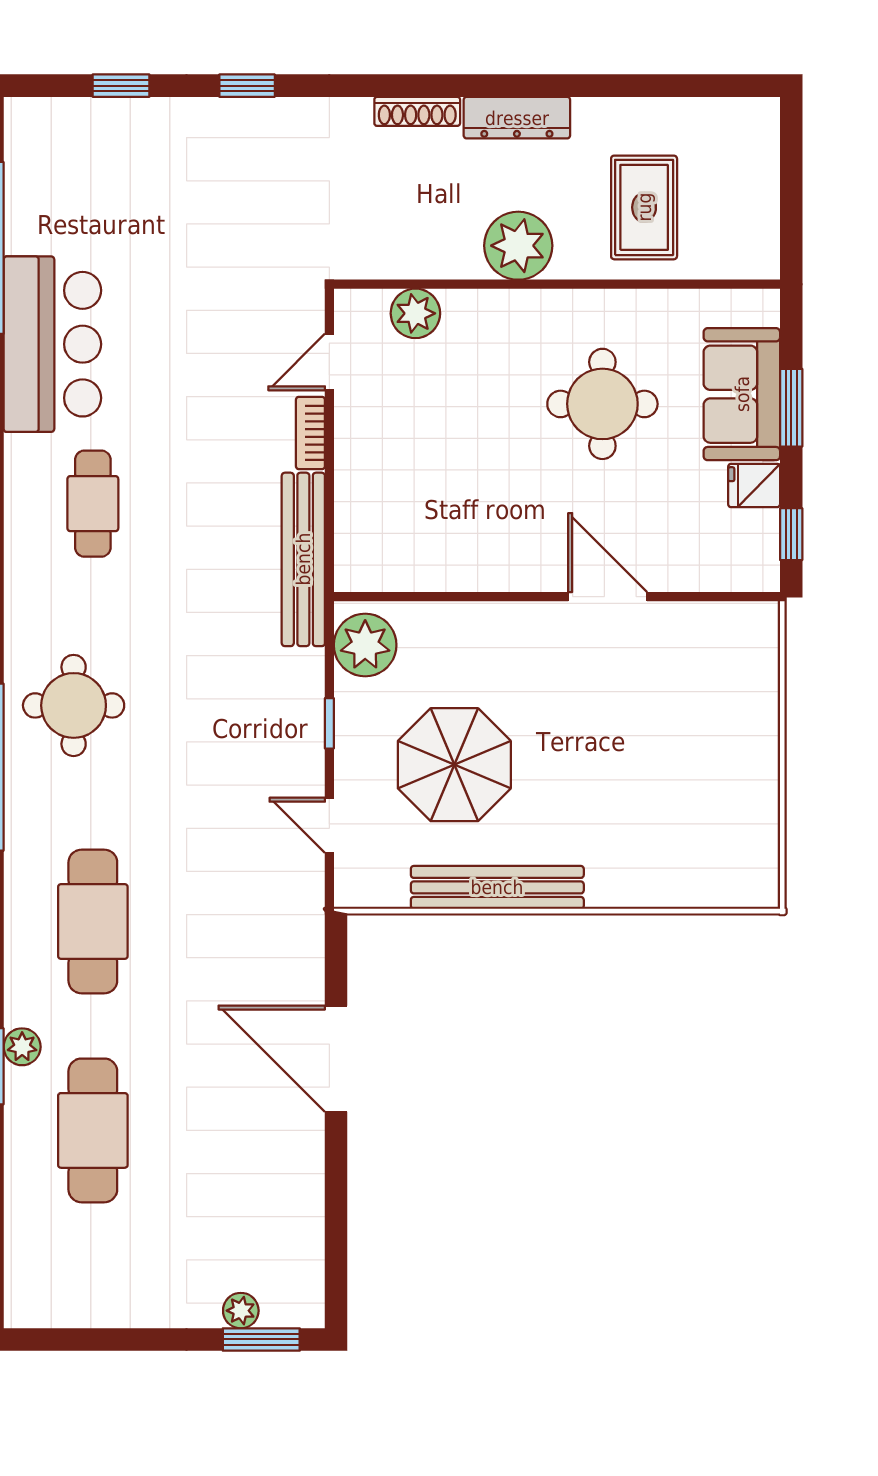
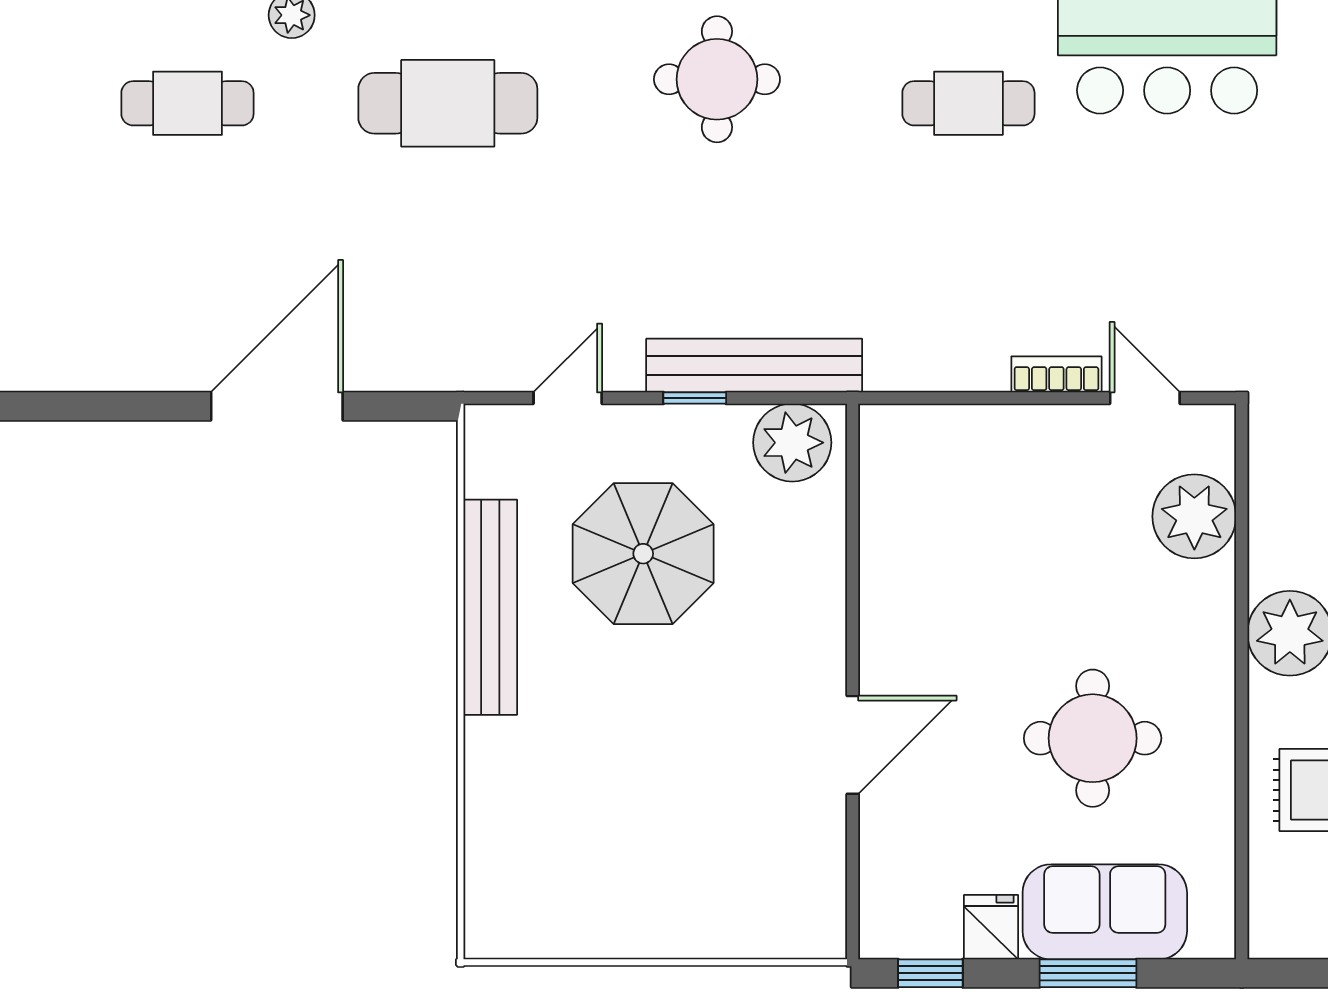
plant: (415, 313) -> (1194, 516), width x1.36, depth x1.36
bench: (303, 559) -> (754, 366), moved
cafe table: (93, 1130) -> (187, 103), width x0.73, depth x0.74

